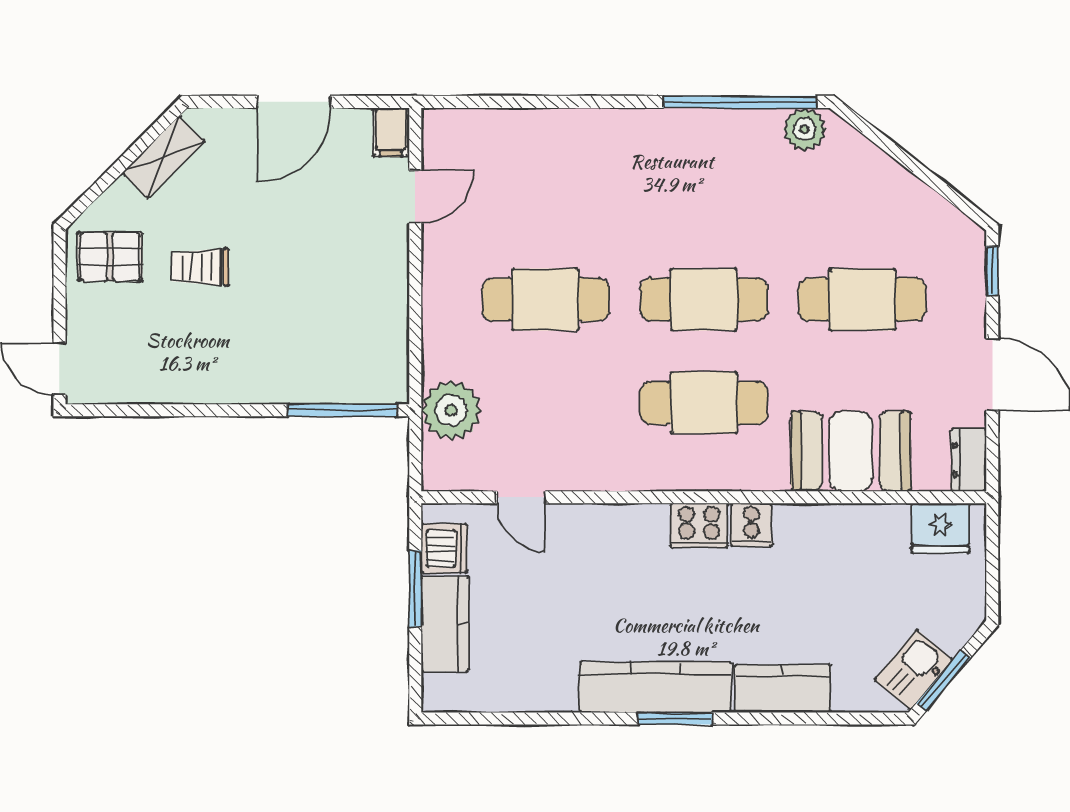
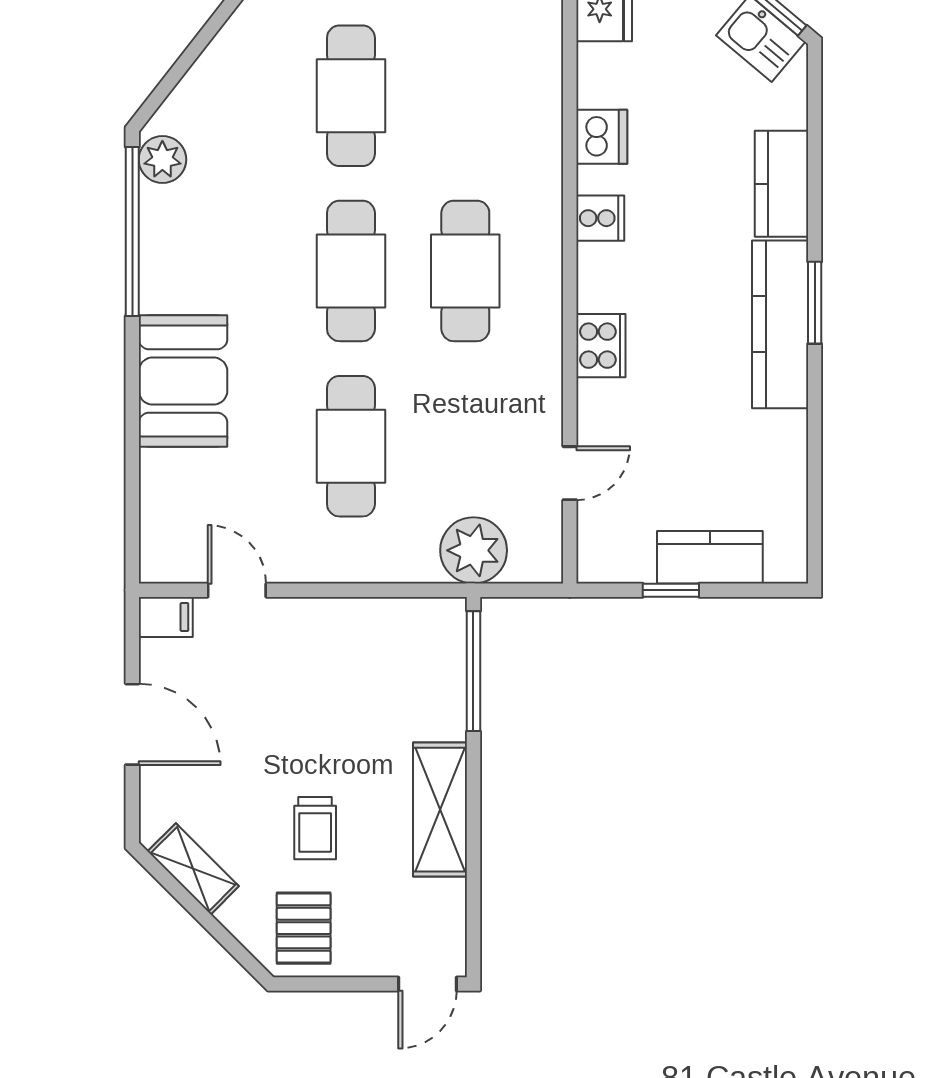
shelving: (217, 380) -> (440, 810), added
booth: (851, 451) -> (183, 381), moved
cooker: (699, 525) -> (601, 346), moved
dishwasher: (444, 548) -> (602, 137), moved, turned 90
window: (415, 589) -> (671, 590), width x0.67

